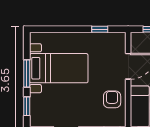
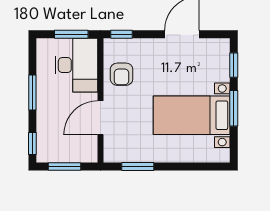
window: (100, 29) -> (138, 167), width x1.50

